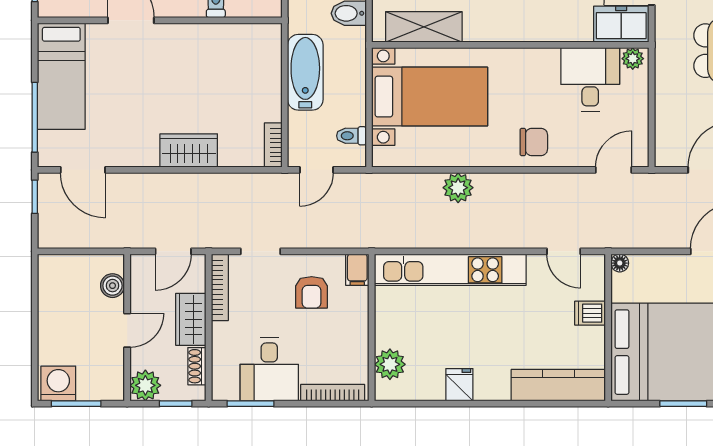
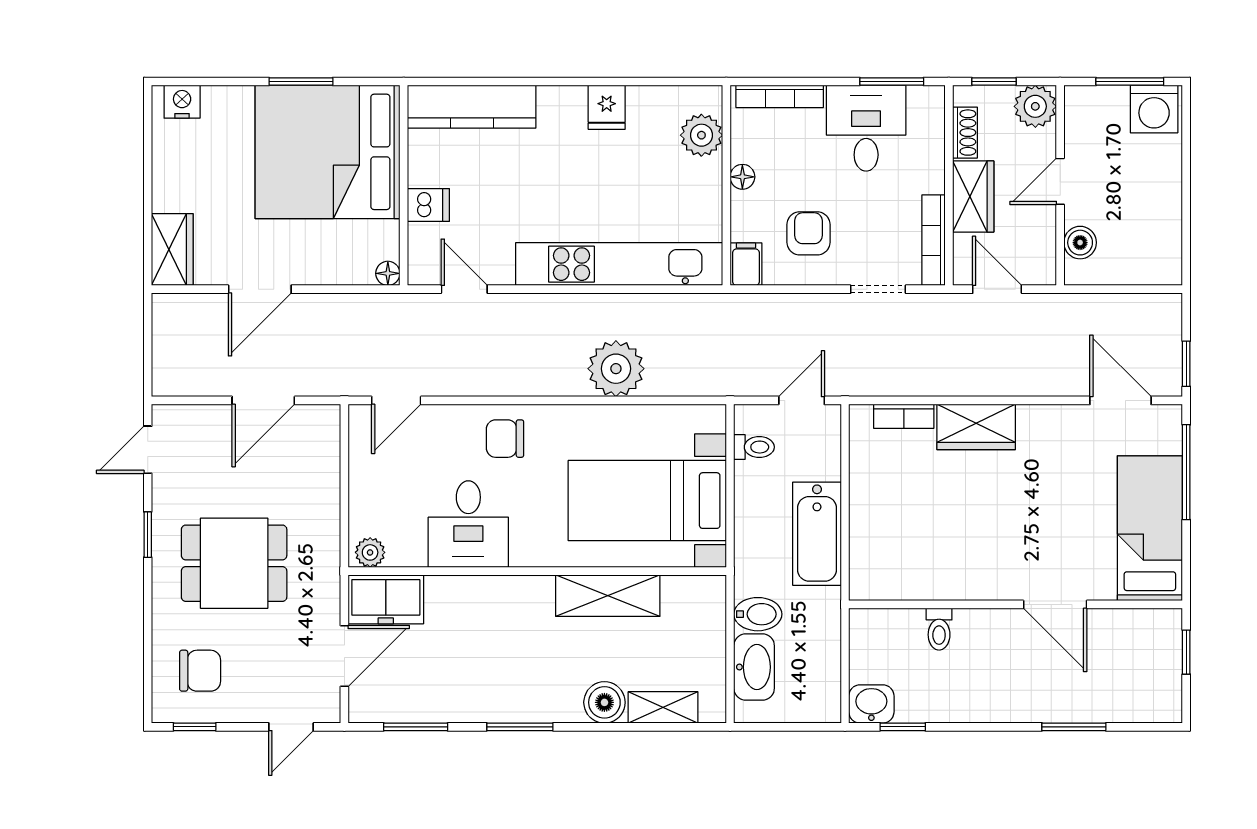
shelving: (424, 27) -> (608, 596), moved
desk: (590, 79) -> (468, 524), moved
bookcase: (273, 145) -> (904, 416), moved, turned 90
plant: (458, 188) -> (616, 369), width x1.36, depth x1.36
door: (173, 251) -> (997, 289), hinge flipped
floor lamp: (360, 334) -> (742, 177), added

